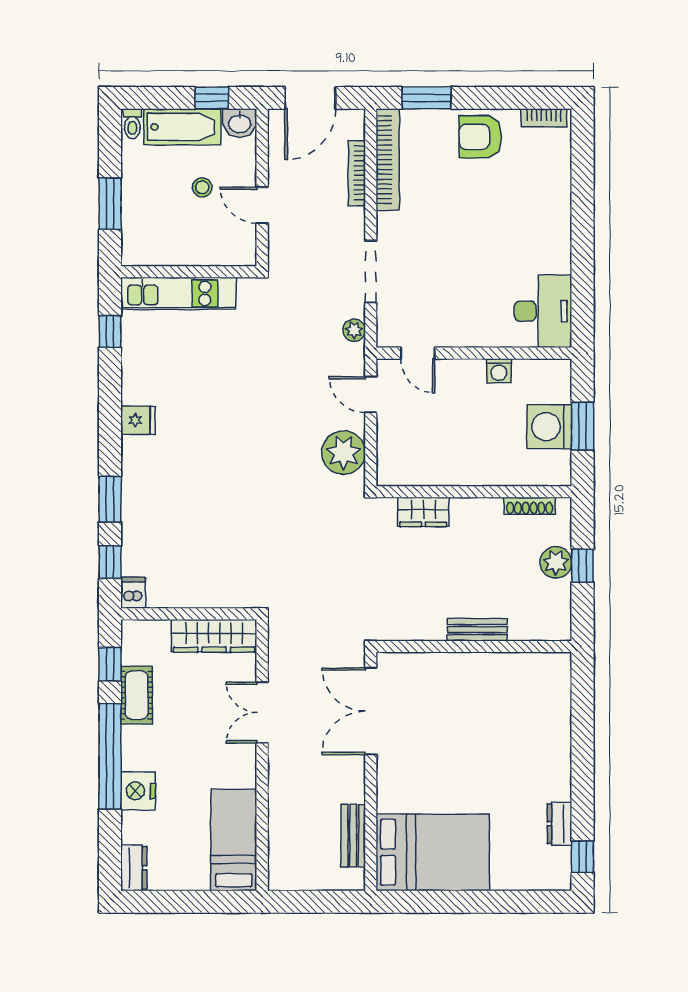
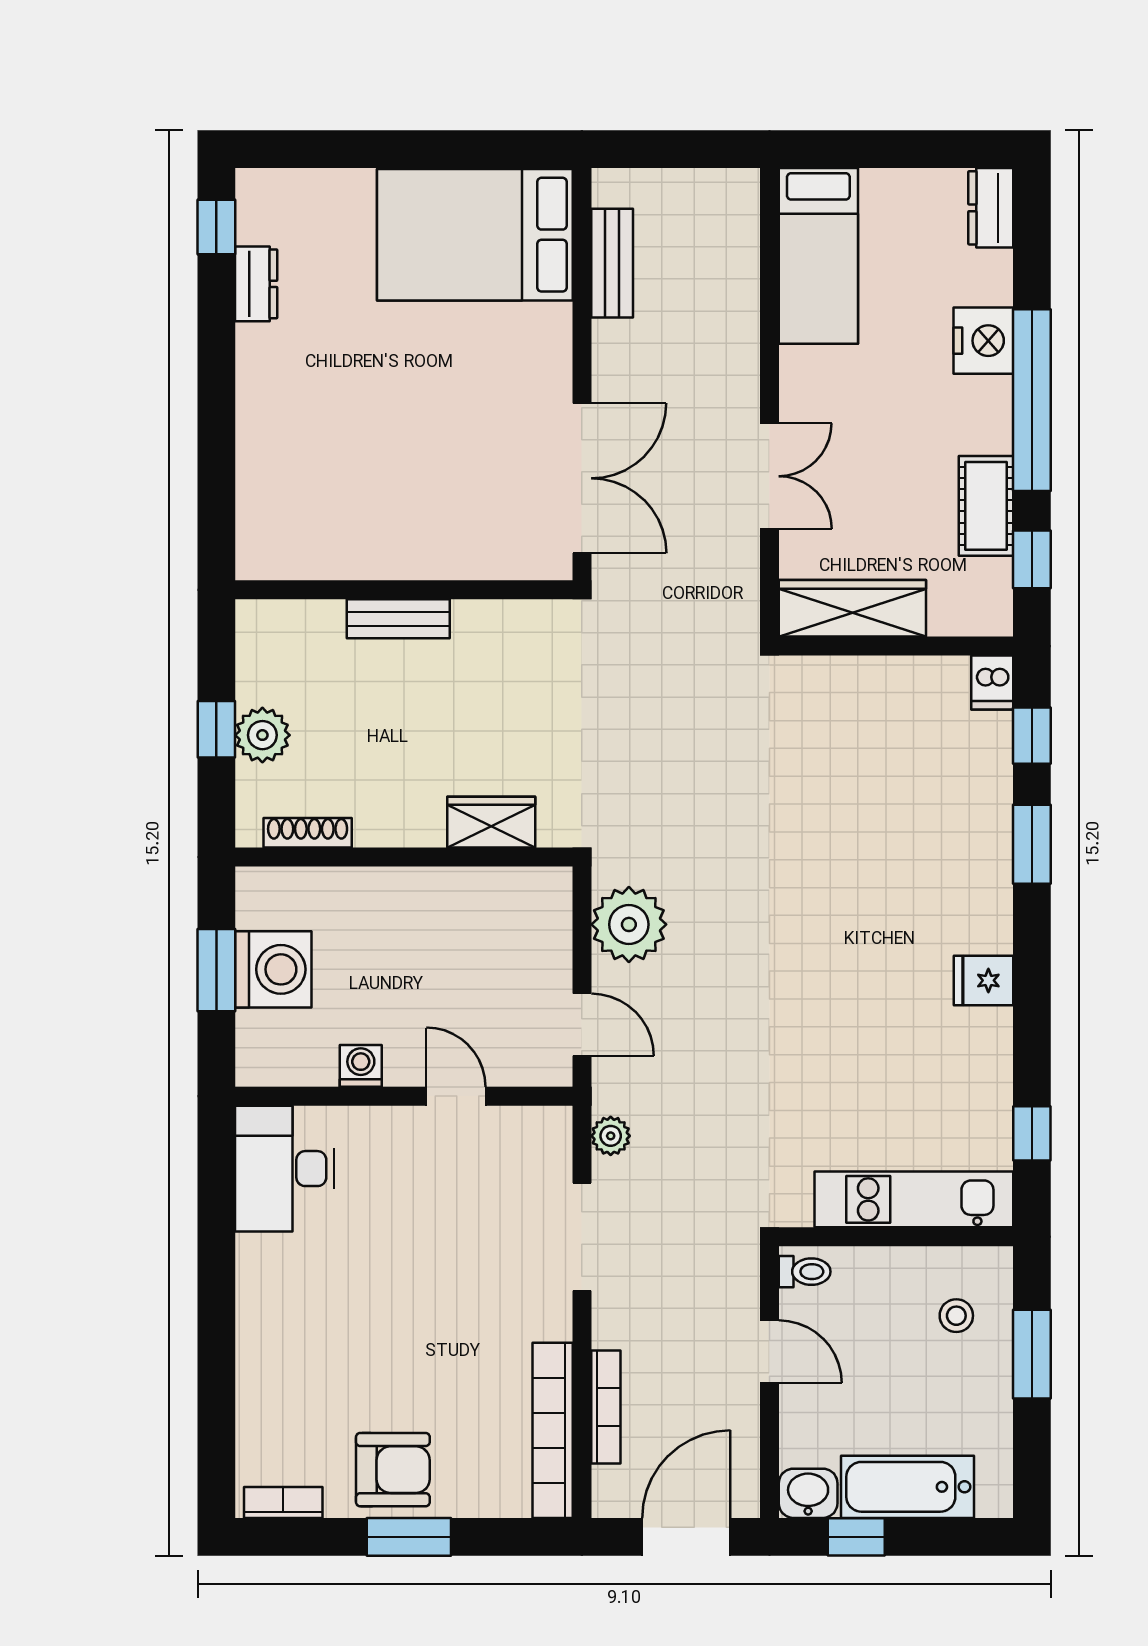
window: (426, 98) -> (409, 1537), moved
toilet: (132, 124) -> (805, 1272), moved, turned 90
stool: (202, 187) -> (956, 1316), moved
door: (418, 353) -> (456, 1096), moved

